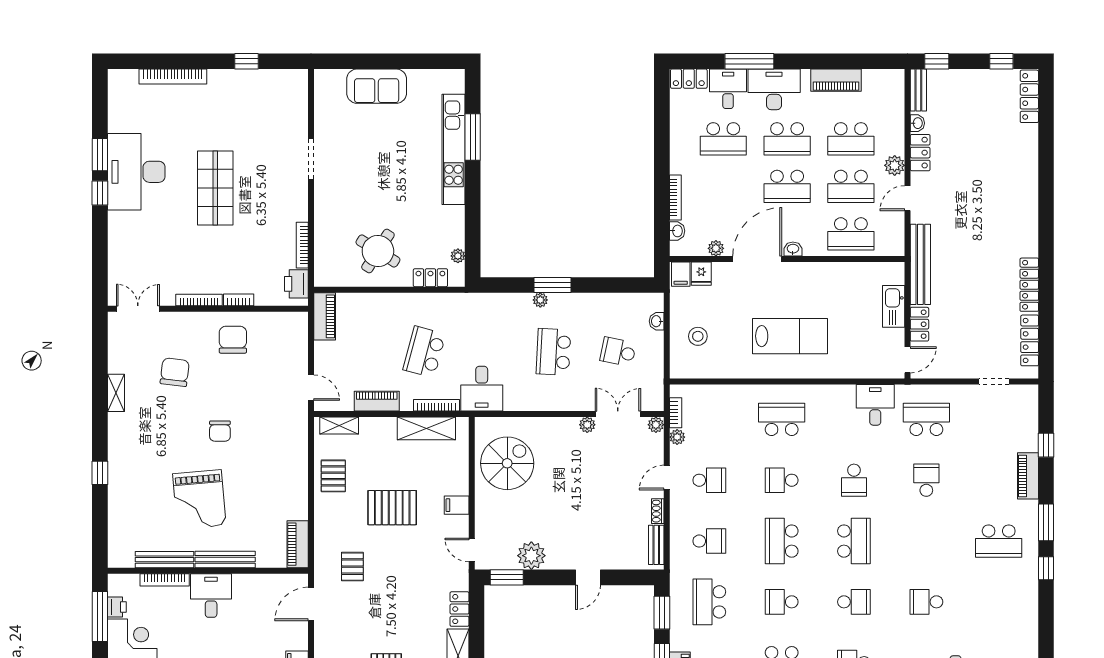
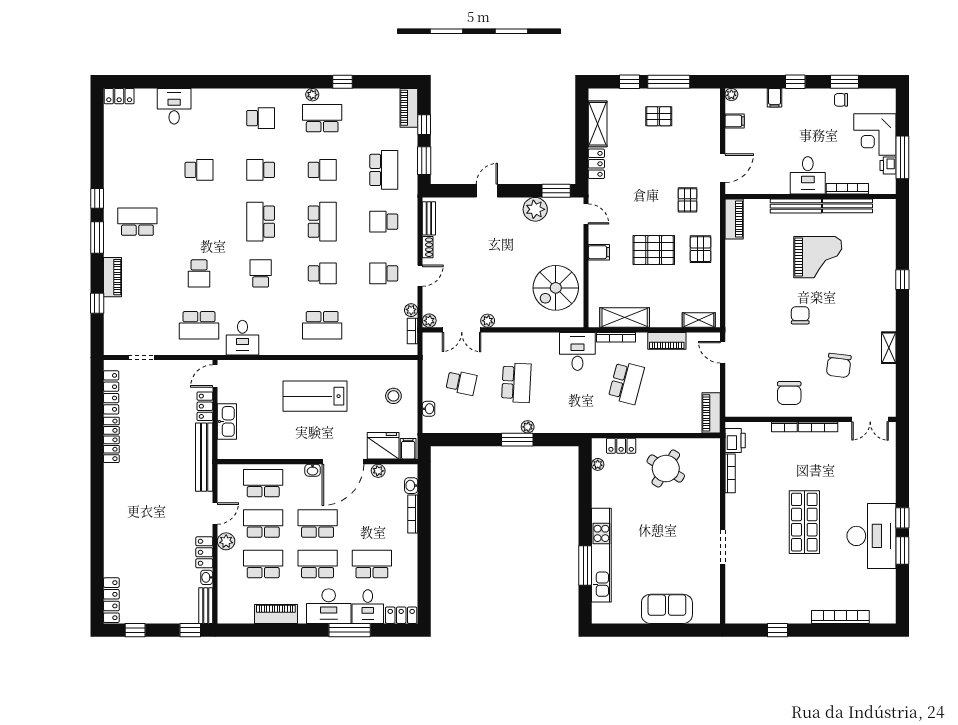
fridge: (701, 274) -> (383, 446), width x1.88, depth x1.34
pallet: (333, 476) -> (701, 249), moved
grand piano: (199, 499) -> (818, 257), turned 95

